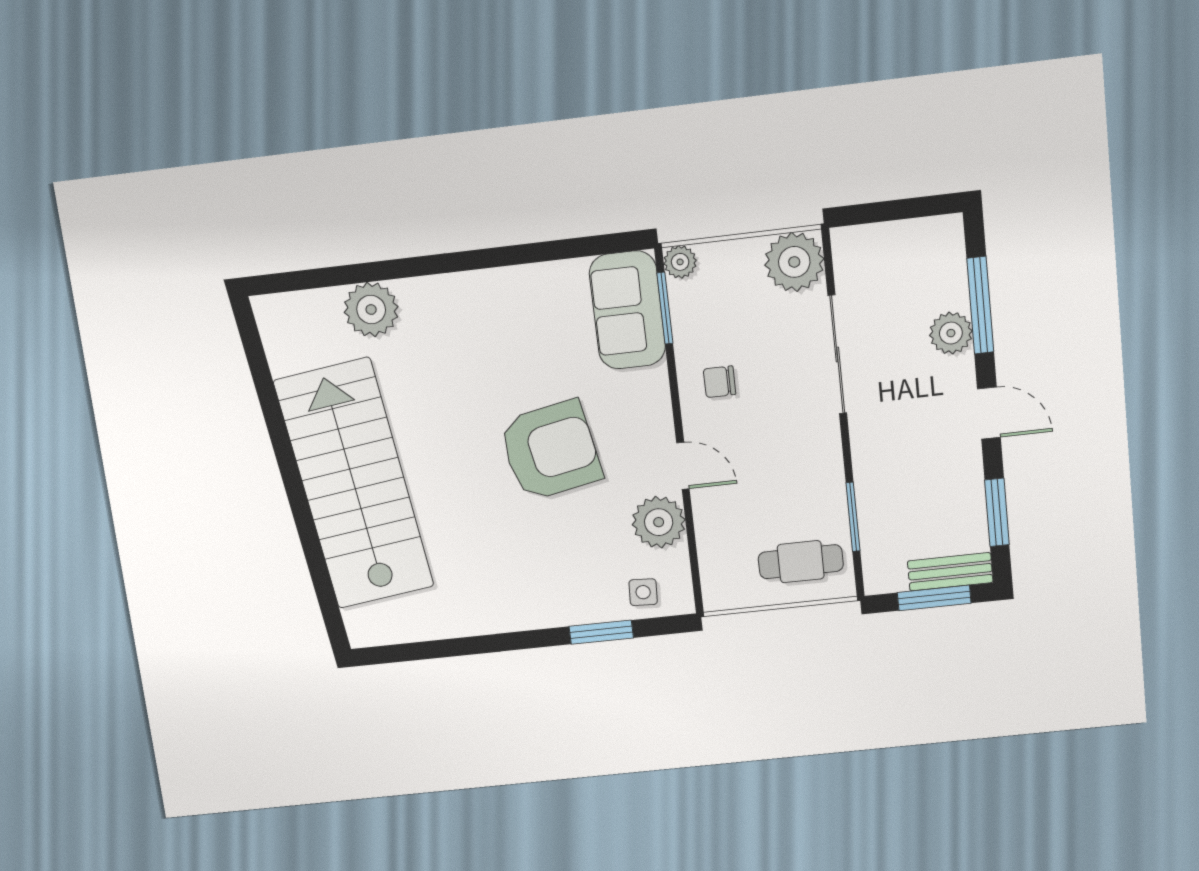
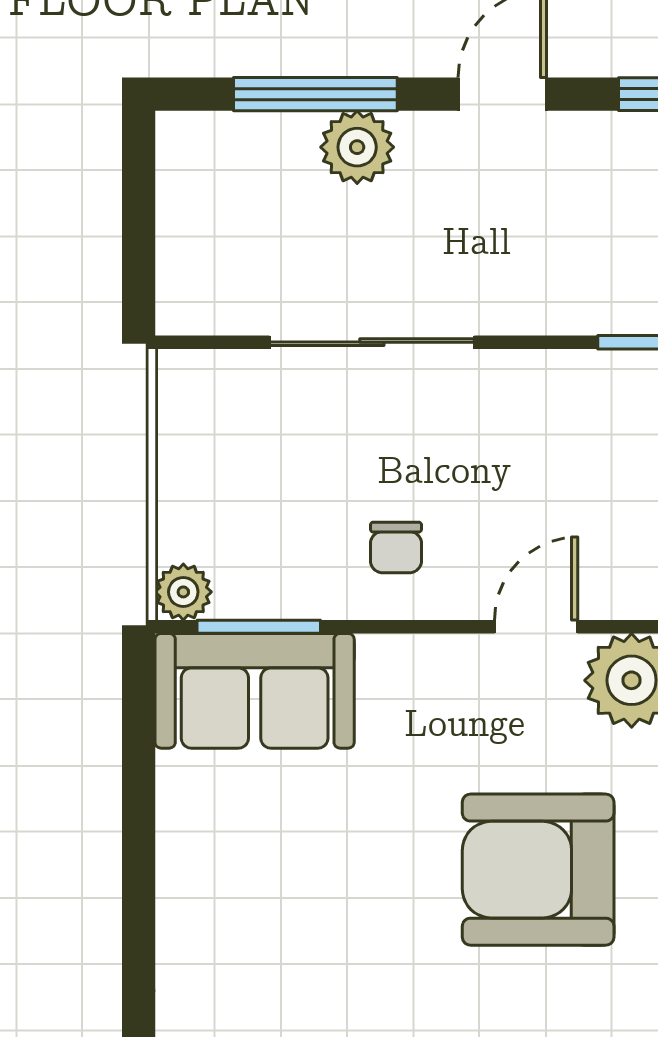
plant: (794, 262) -> (206, 399), removed
armchair: (550, 451) -> (538, 870), moved, turned -79

